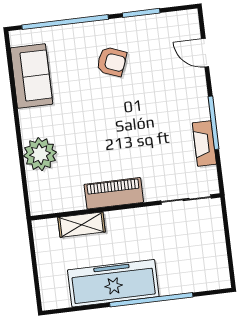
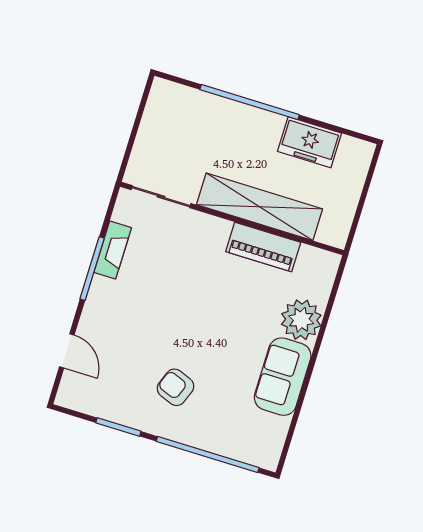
sofa: (31, 76) -> (283, 377), moved
piano: (114, 193) -> (263, 247), moved
shelving: (81, 225) -> (259, 207), width x2.20, depth x1.33
freezer: (113, 283) -> (309, 142), width x0.52, depth x0.79

